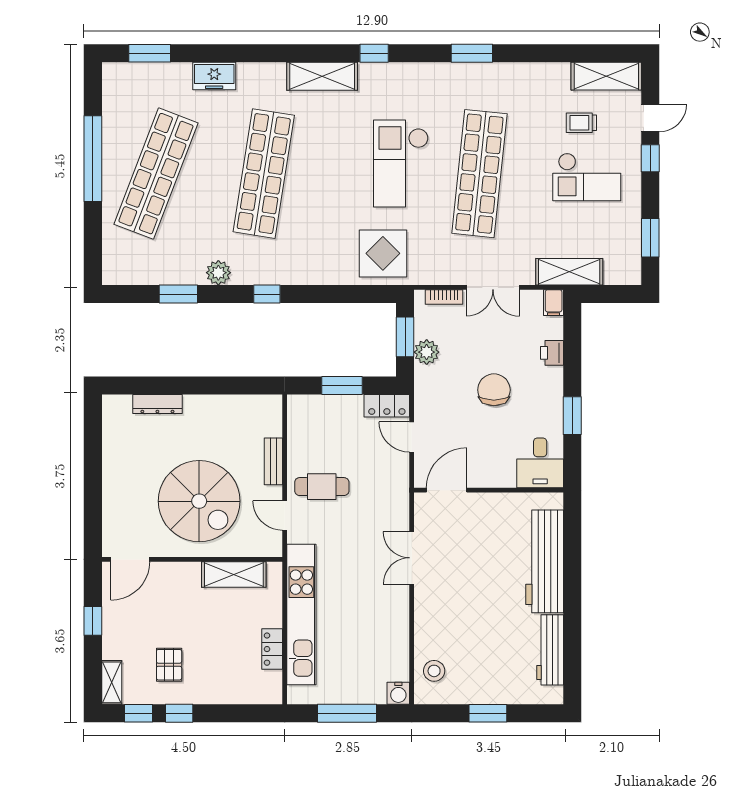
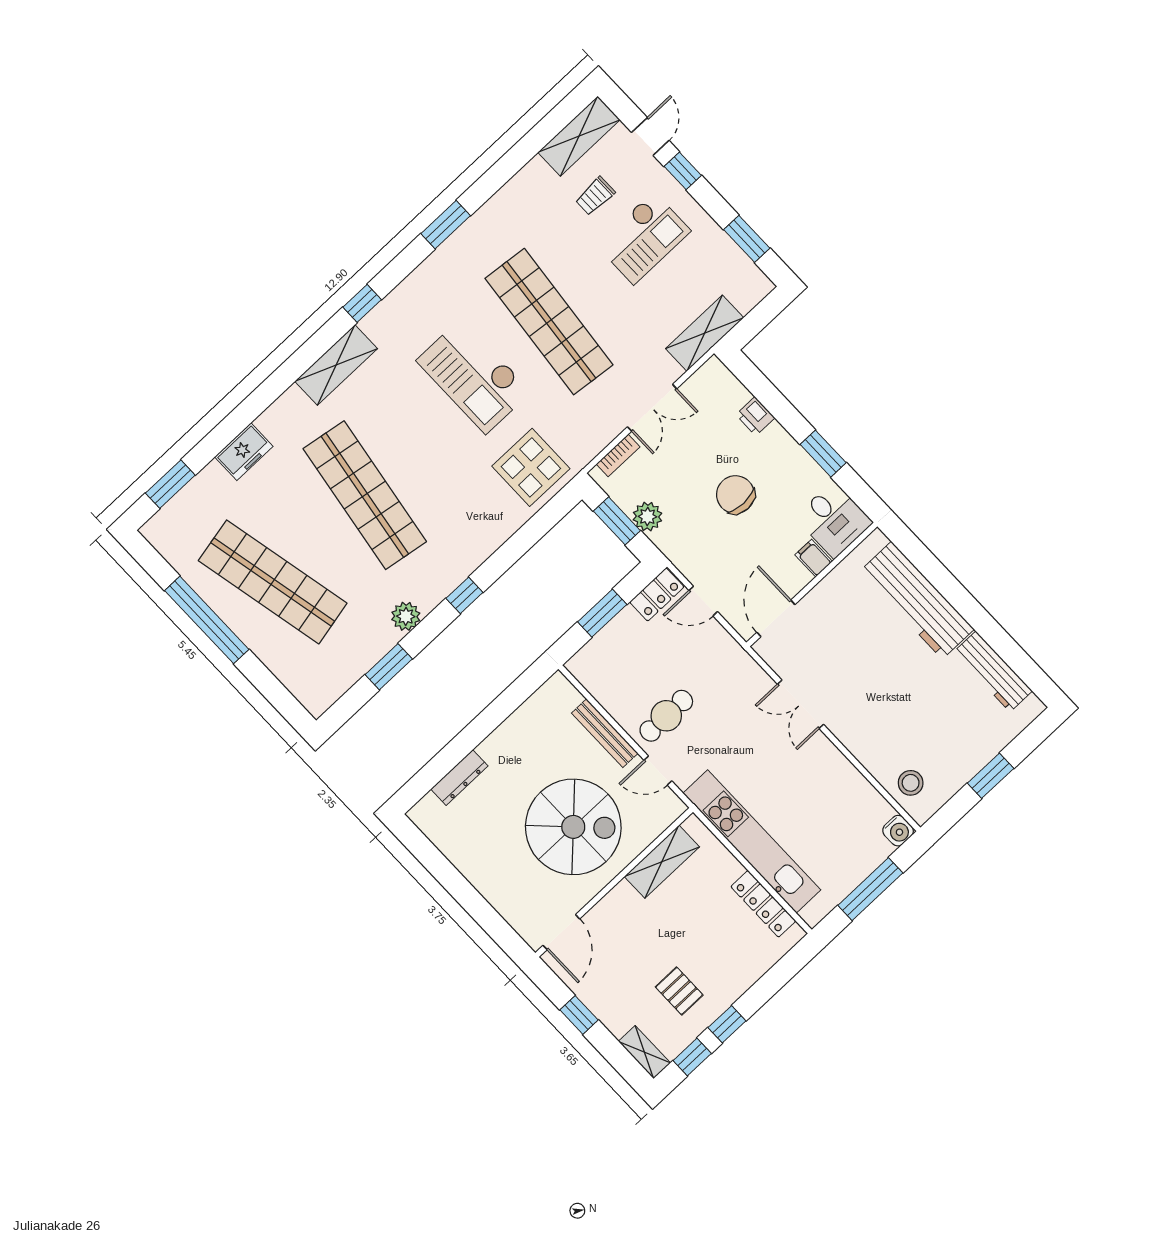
shop shelf: (156, 174) -> (273, 582), turned -33
filing cabinet: (554, 303) -> (814, 558), moved, turned 180
bench: (273, 461) -> (605, 733), width x1.36
locker: (272, 649) -> (763, 904), width x1.53

